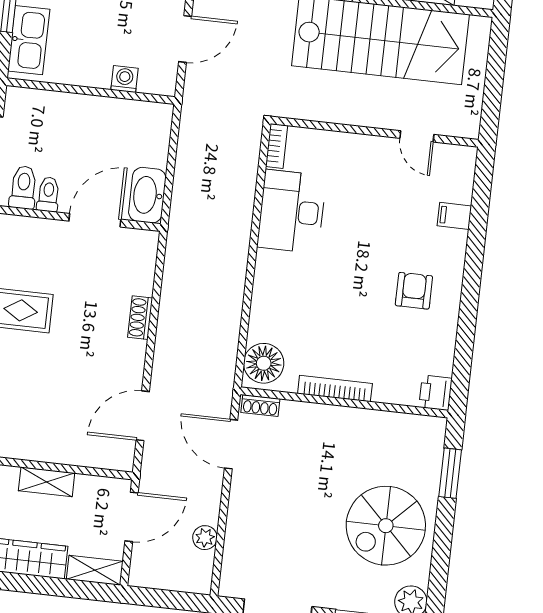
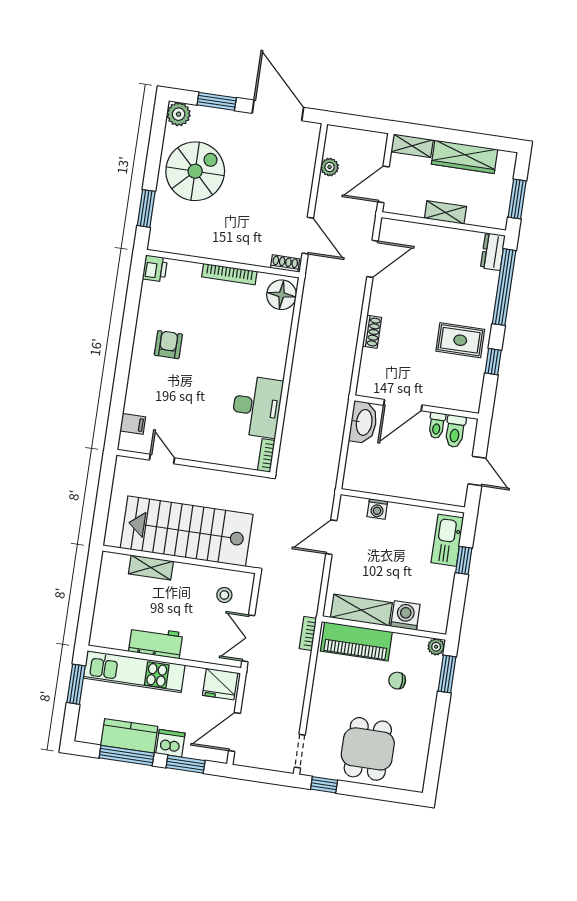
filing cabinet: (454, 216) -> (133, 424), moved
armchair: (414, 291) -> (168, 345), turned 180

